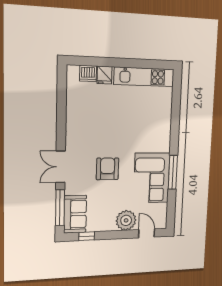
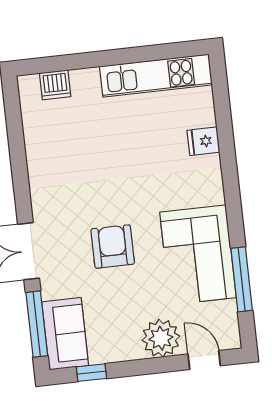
fridge: (105, 75) -> (203, 141), moved, turned 90
window: (173, 172) -> (242, 279), moved

